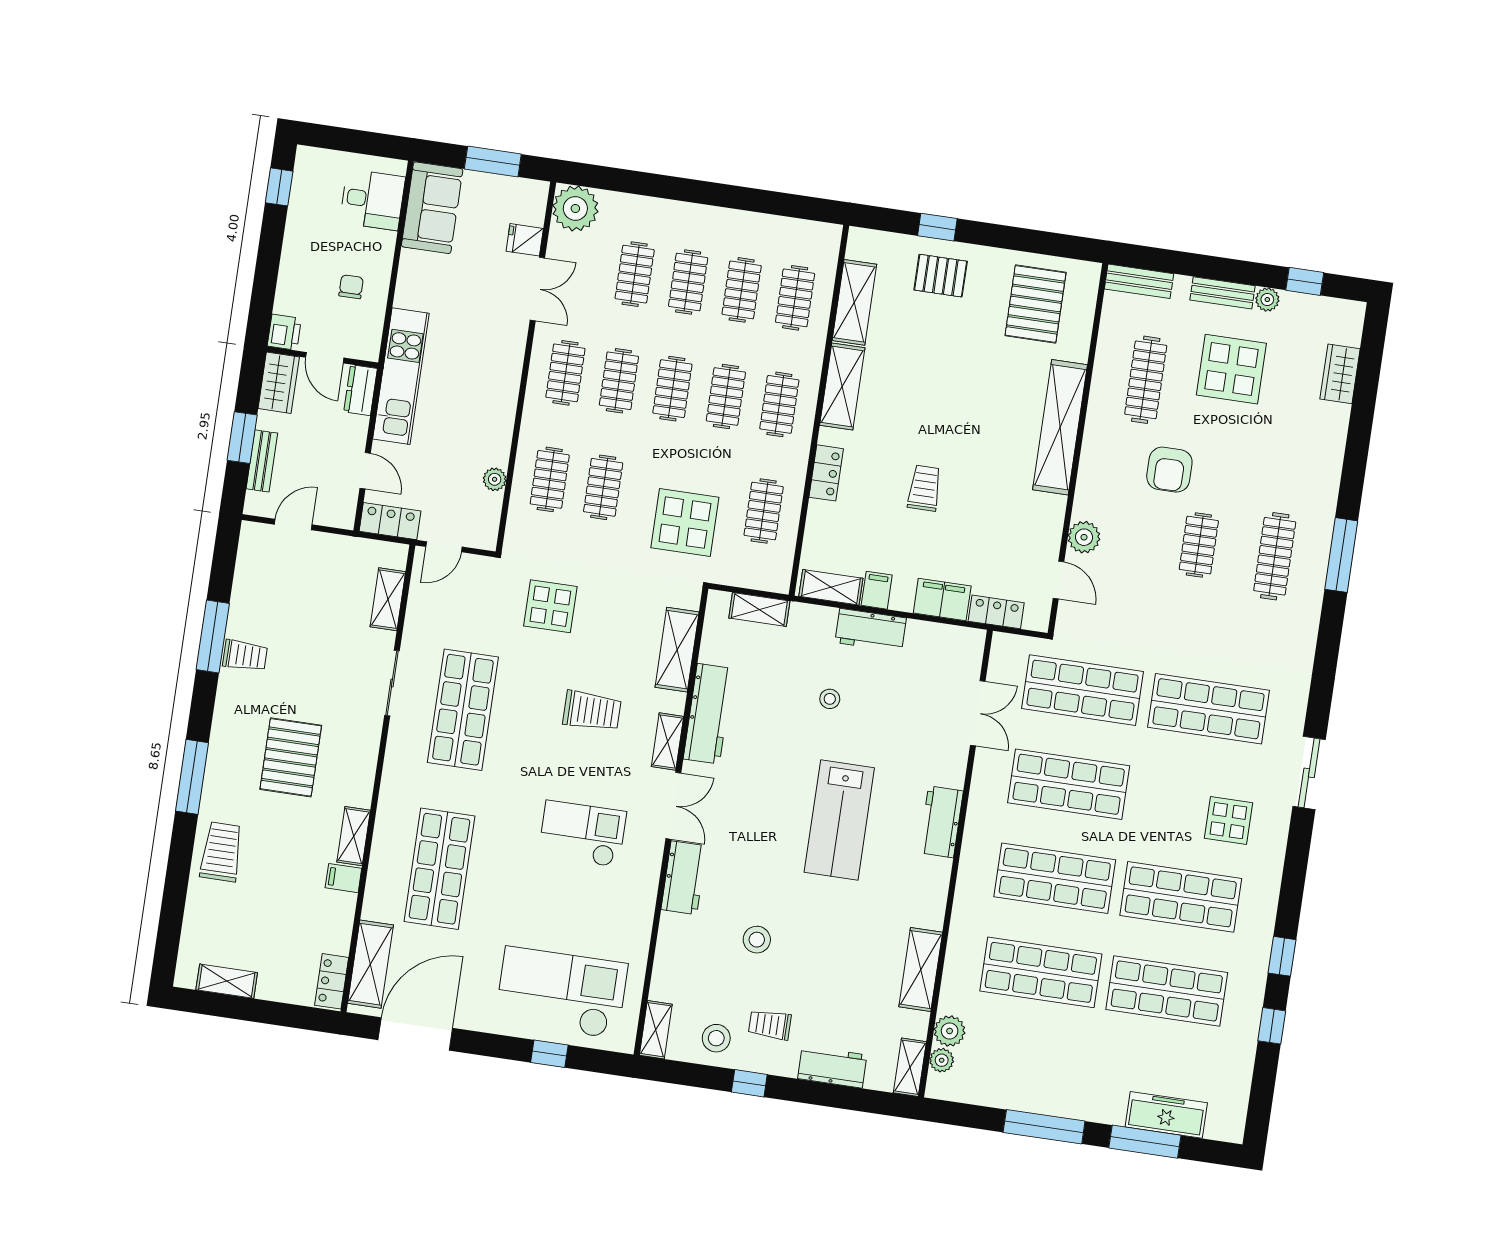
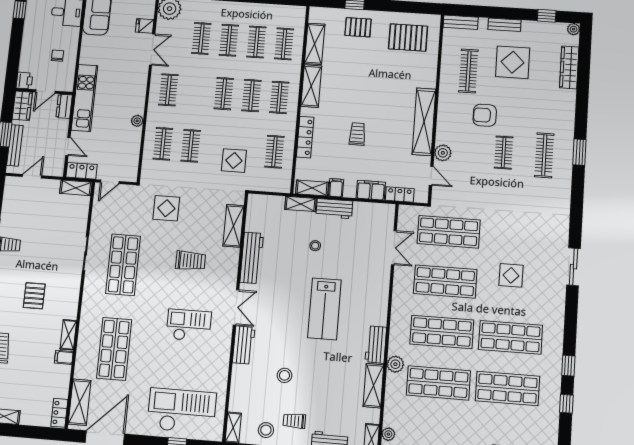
plant: (1267, 300) -> (574, 29), moved
pallet: (1036, 304) -> (408, 38), turned 90
door: (325, 358) -> (45, 92), hinge flipped
wardrobe: (1340, 374) -> (569, 67), width x1.50
clothes rail: (619, 381) -> (196, 92), removed
shelving: (1060, 427) -> (424, 122), moved
bench: (262, 461) -> (15, 145), width x1.36
armchair: (1169, 470) -> (485, 115), turned 90
locker: (826, 473) -> (305, 137), width x1.53
plant: (495, 479) -> (137, 121), moved
display table: (685, 523) -> (234, 161), width x0.73, depth x0.73
window: (1341, 555) -> (579, 152), width x0.69
shelving: (388, 599) -> (76, 188), moved, turned 90
shelving: (759, 609) -> (300, 204), moved
shop shelf: (1208, 709) -> (516, 237), removed
shelving: (667, 742) -> (231, 274), removed
pallet: (291, 757) -> (34, 296), width x0.67, depth x0.71
display table: (1228, 821) -> (511, 275), moved
workbench: (941, 822) -> (376, 345), moved
plant: (950, 1031) -> (395, 364), moved

